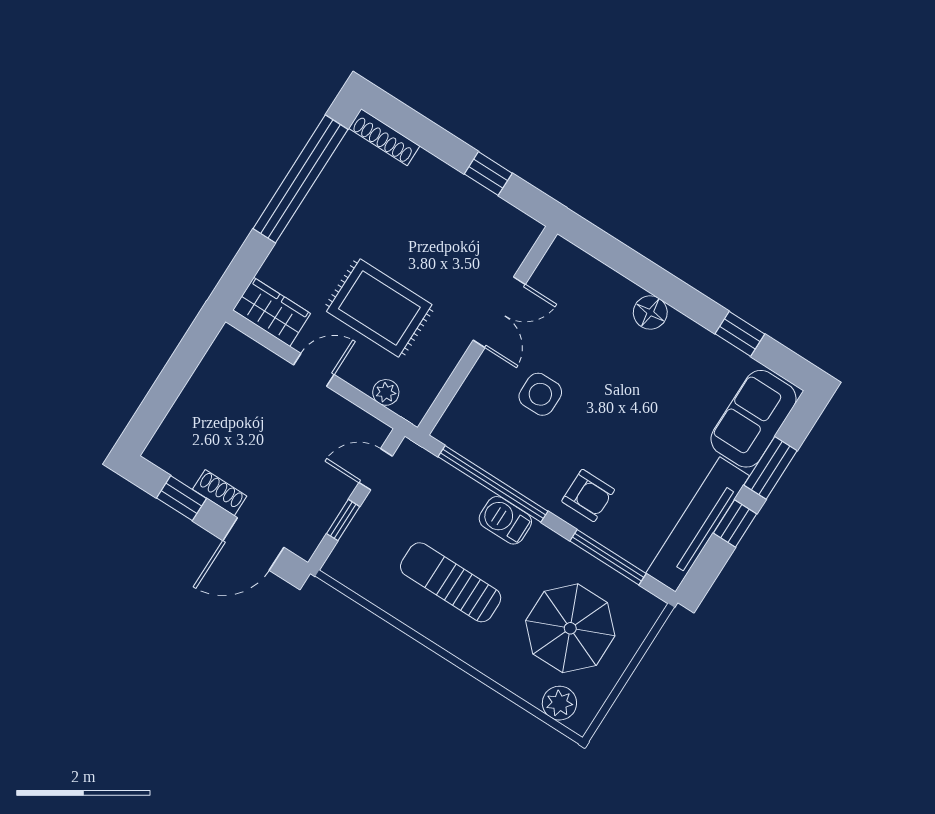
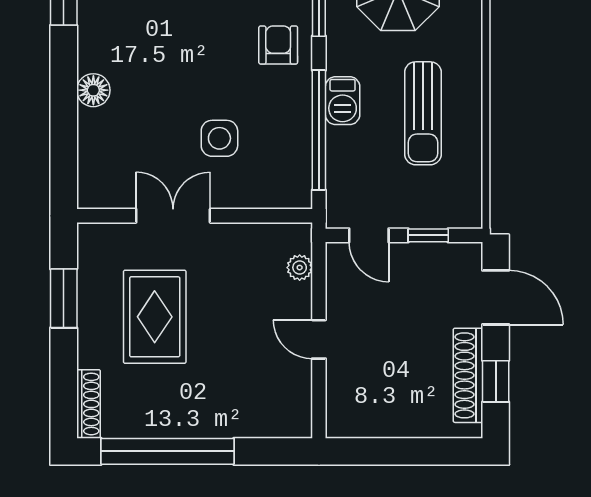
window: (488, 174) -> (64, 298), width x1.50
rug: (379, 308) -> (155, 317), moved
wardrobe: (272, 312) -> (293, 405), removed
shoe rack: (220, 493) -> (468, 375), width x1.94, depth x1.24

